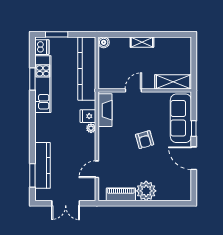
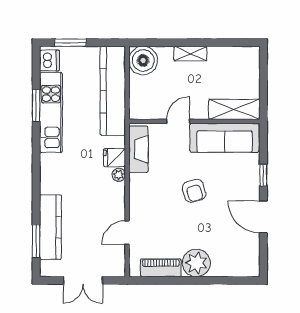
boiler: (104, 42) -> (143, 61), width x1.86, depth x1.86
sofa: (181, 118) -> (225, 138), moved, turned -90

